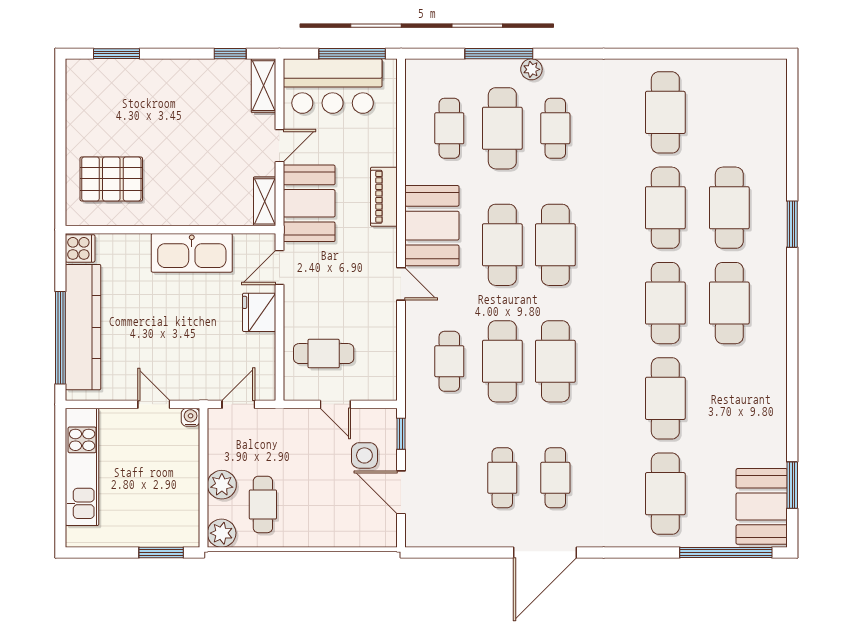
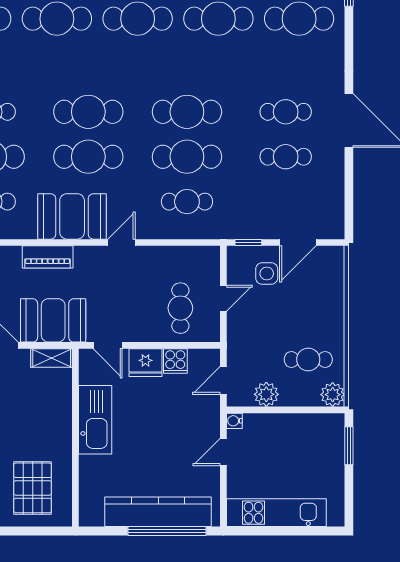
cooker: (80, 248) -> (175, 361), moved, turned 180
door: (238, 404) -> (223, 380), hinge flipped
plant: (222, 485) -> (266, 394), moved

